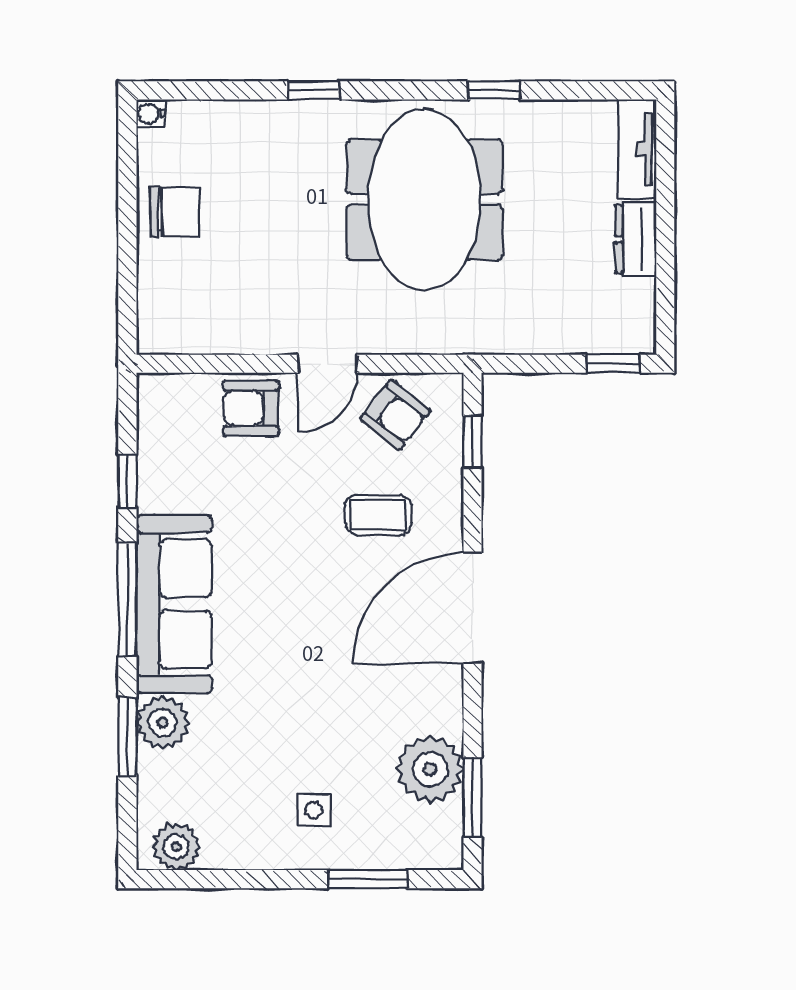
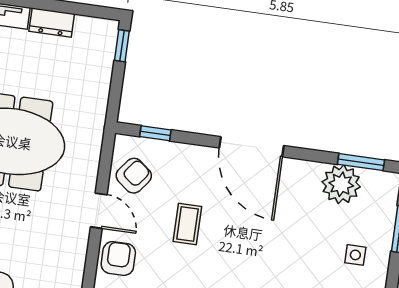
armchair: (251, 408) -> (118, 258), turned 180
coffee table: (378, 515) -> (187, 224), moved

